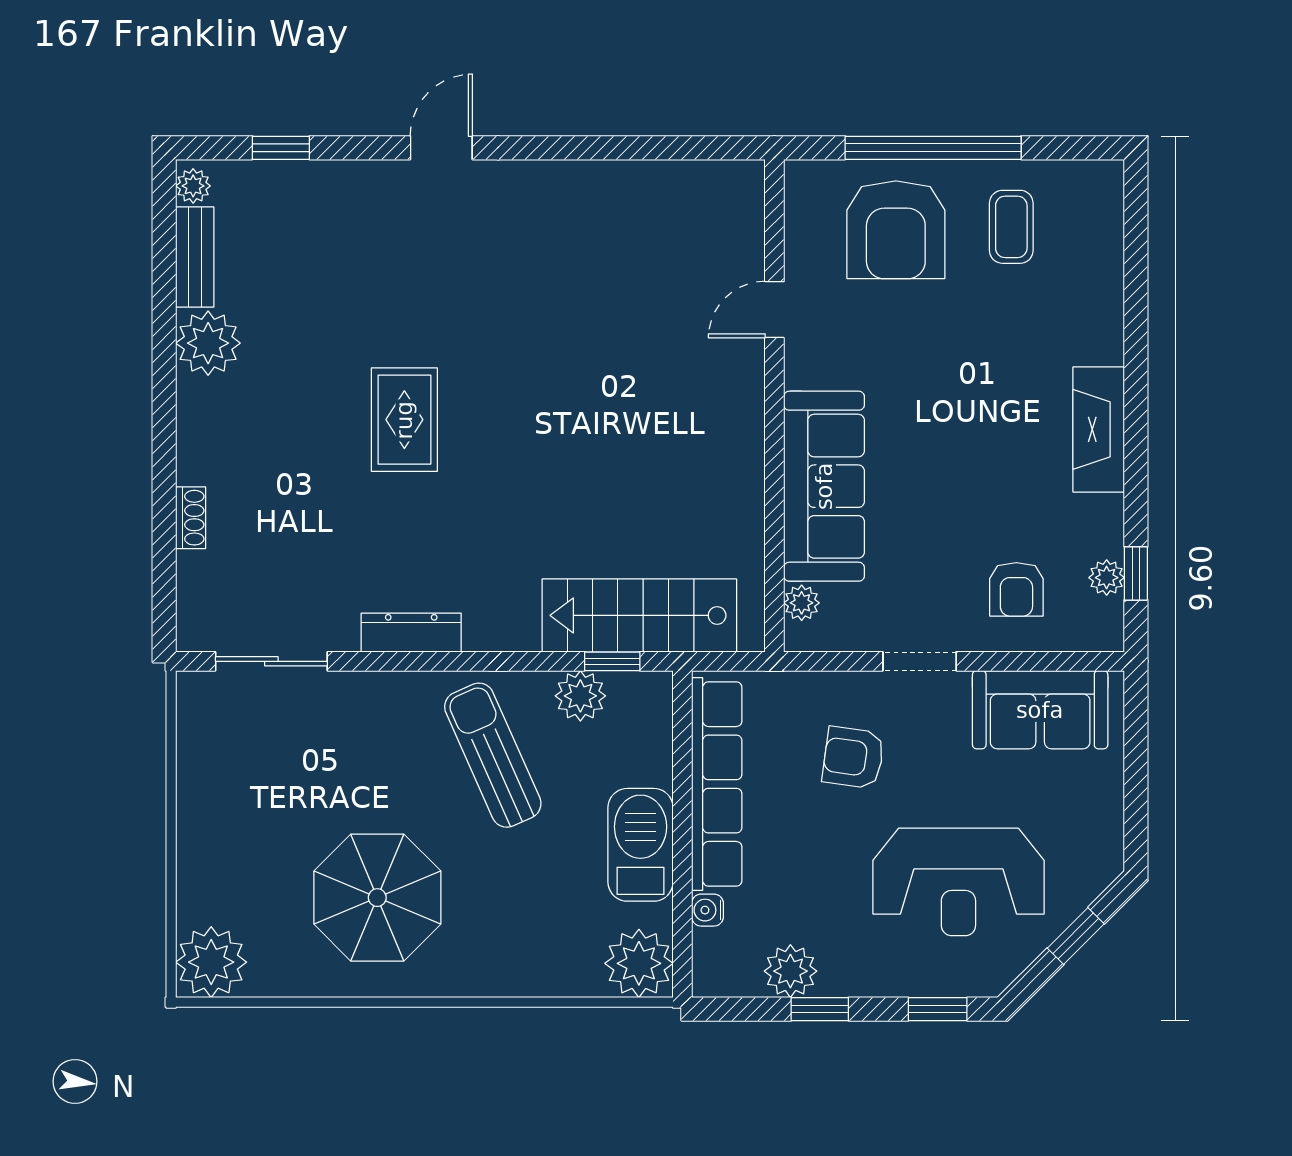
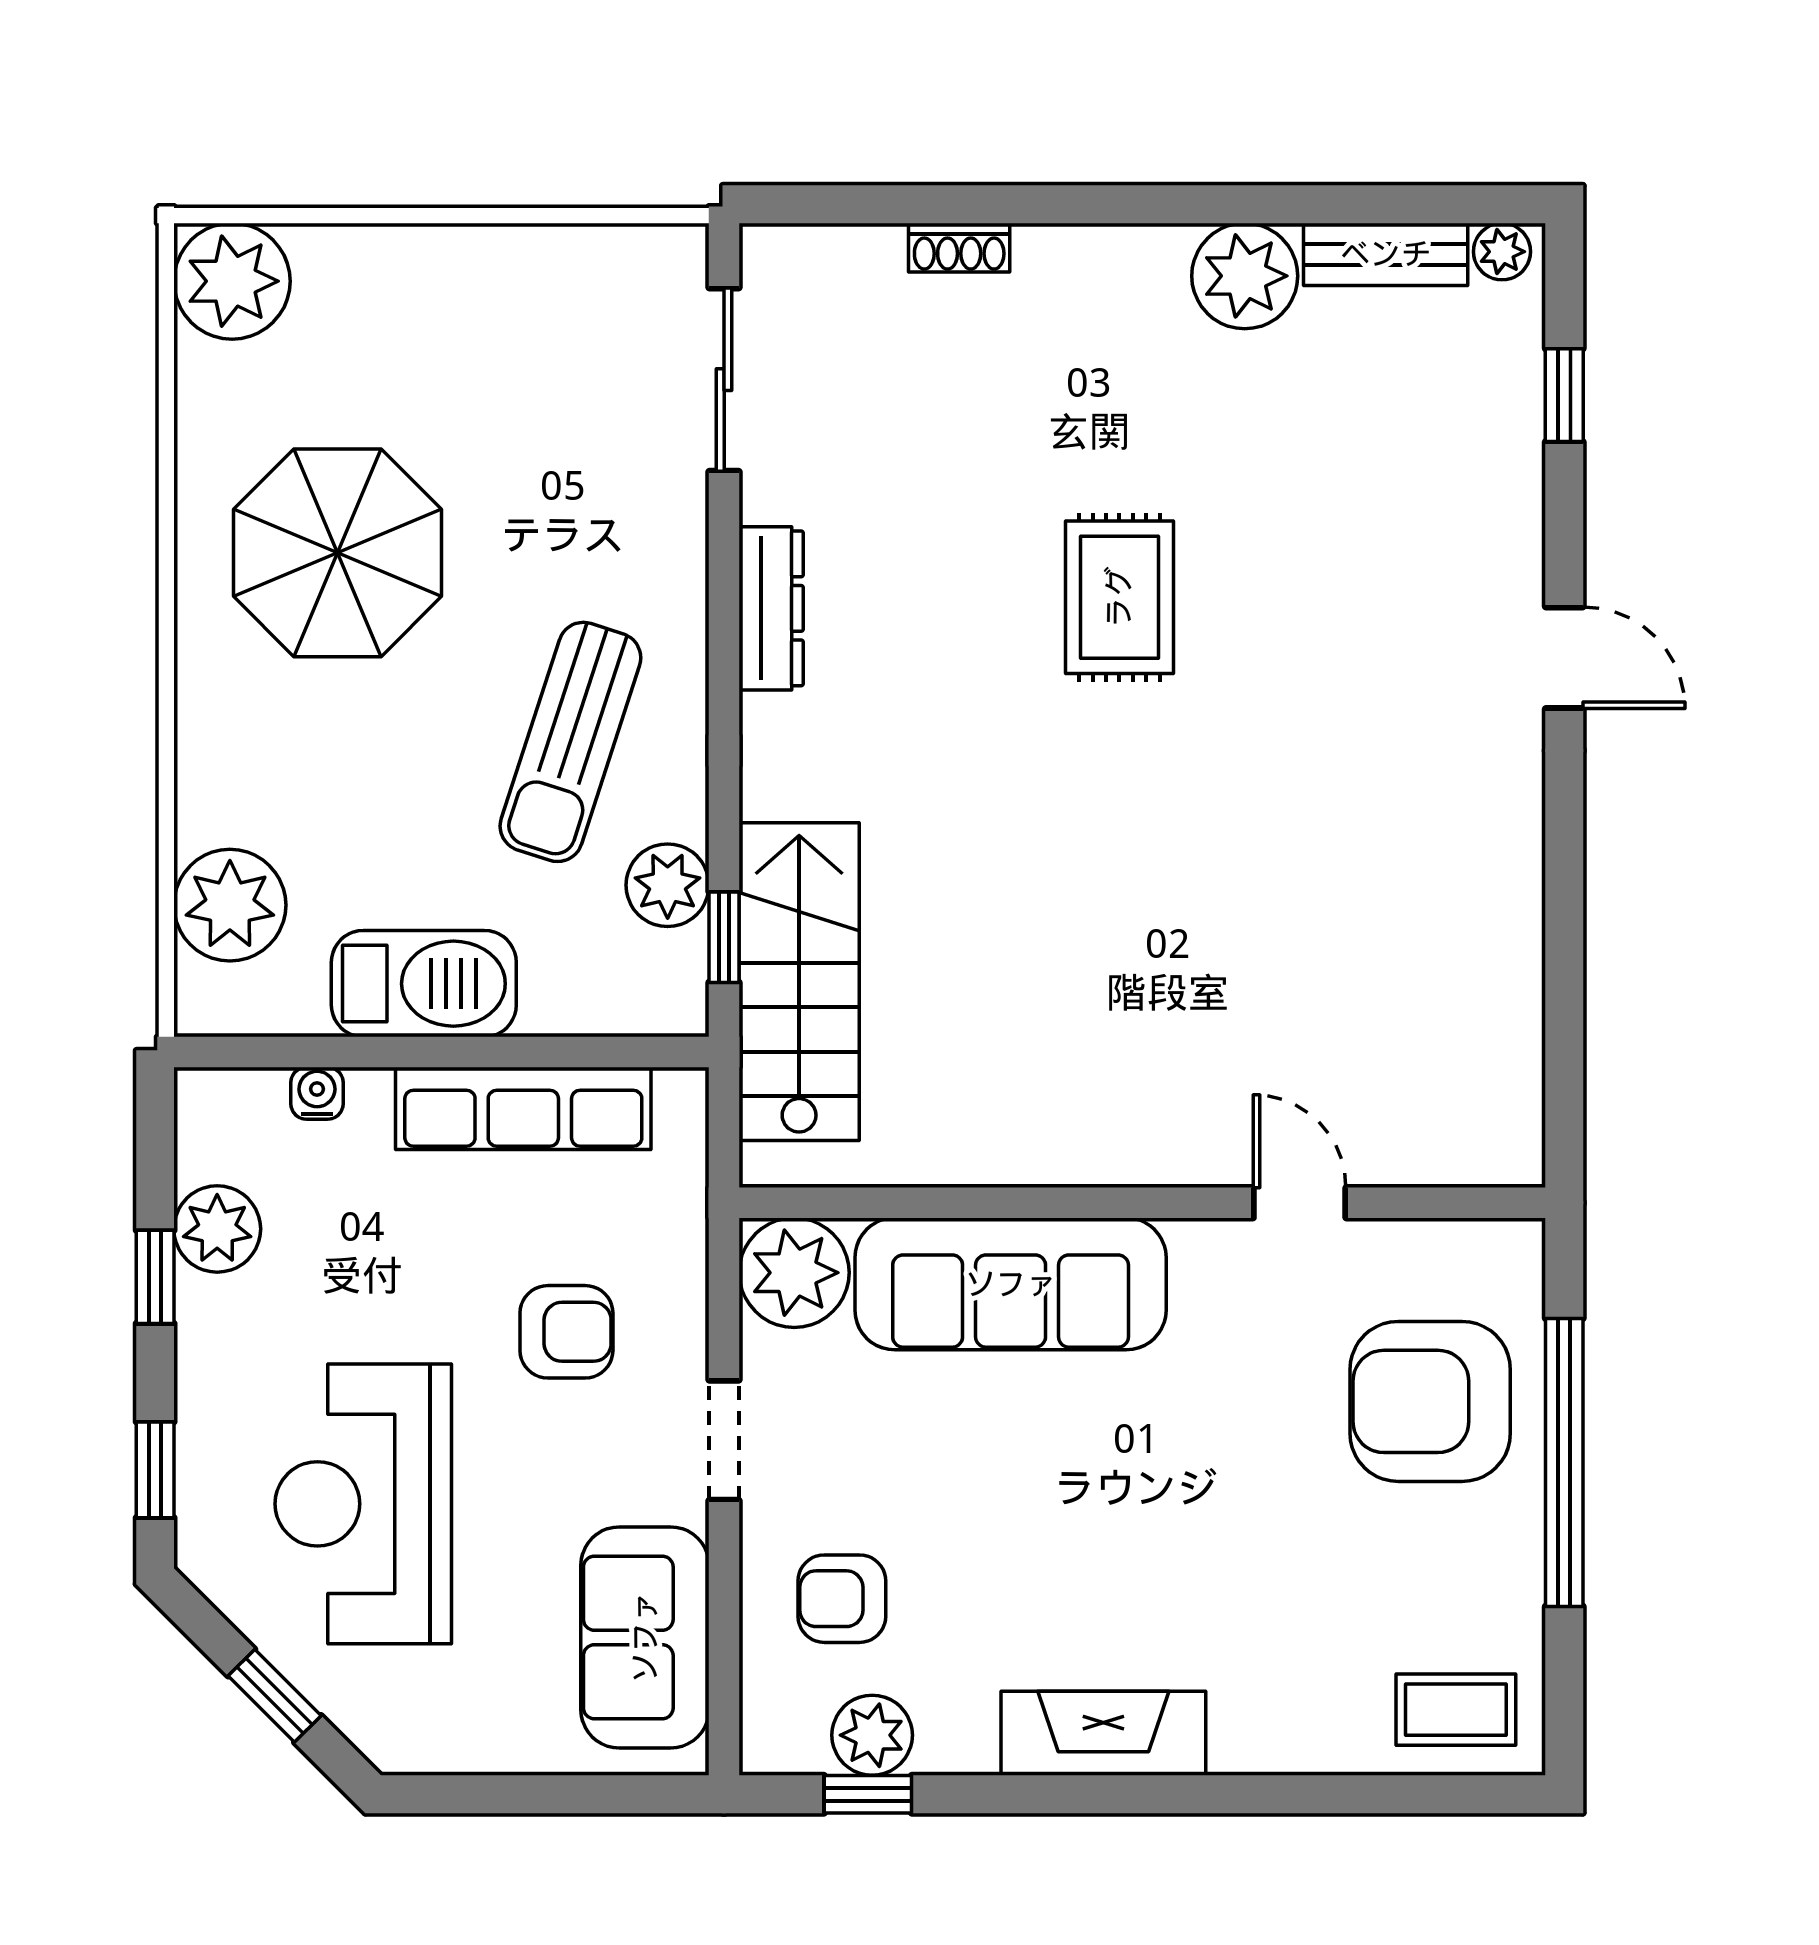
coffee table: (1011, 227) -> (1456, 1710), moved
rug: (404, 420) -> (1119, 597), turned 90
plant: (1107, 578) -> (872, 1735), width x1.38, depth x1.38
plant: (802, 603) -> (794, 1273), width x1.88, depth x1.88
sun lounger: (493, 755) -> (570, 742), turned 132
armchair: (853, 758) -> (566, 1332), turned 82
row of seats: (717, 784) -> (523, 1108), width x0.73
plant: (639, 963) -> (230, 905), moved

